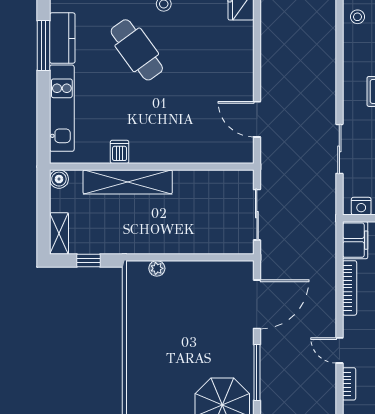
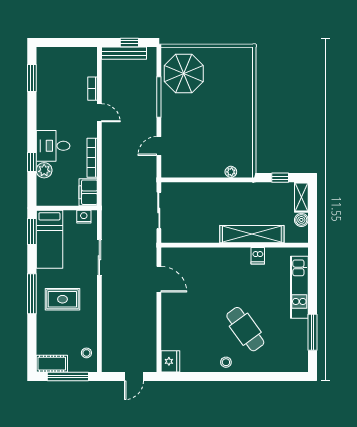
kitchen counter: (62, 38) -> (299, 338), removed
boiler: (59, 179) -> (301, 220), moved
door: (257, 304) -> (159, 146), width x0.53

